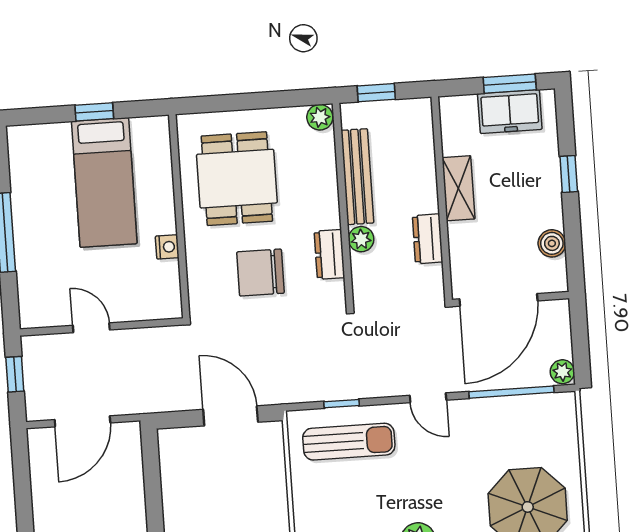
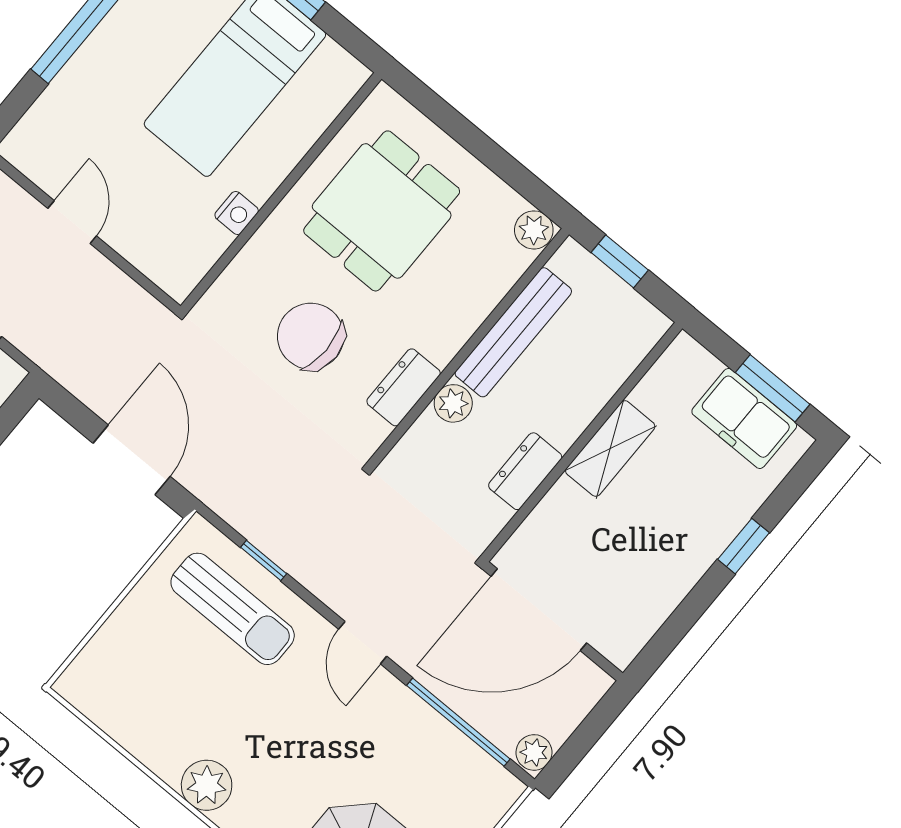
boiler: (552, 243) -> (654, 604), removed

